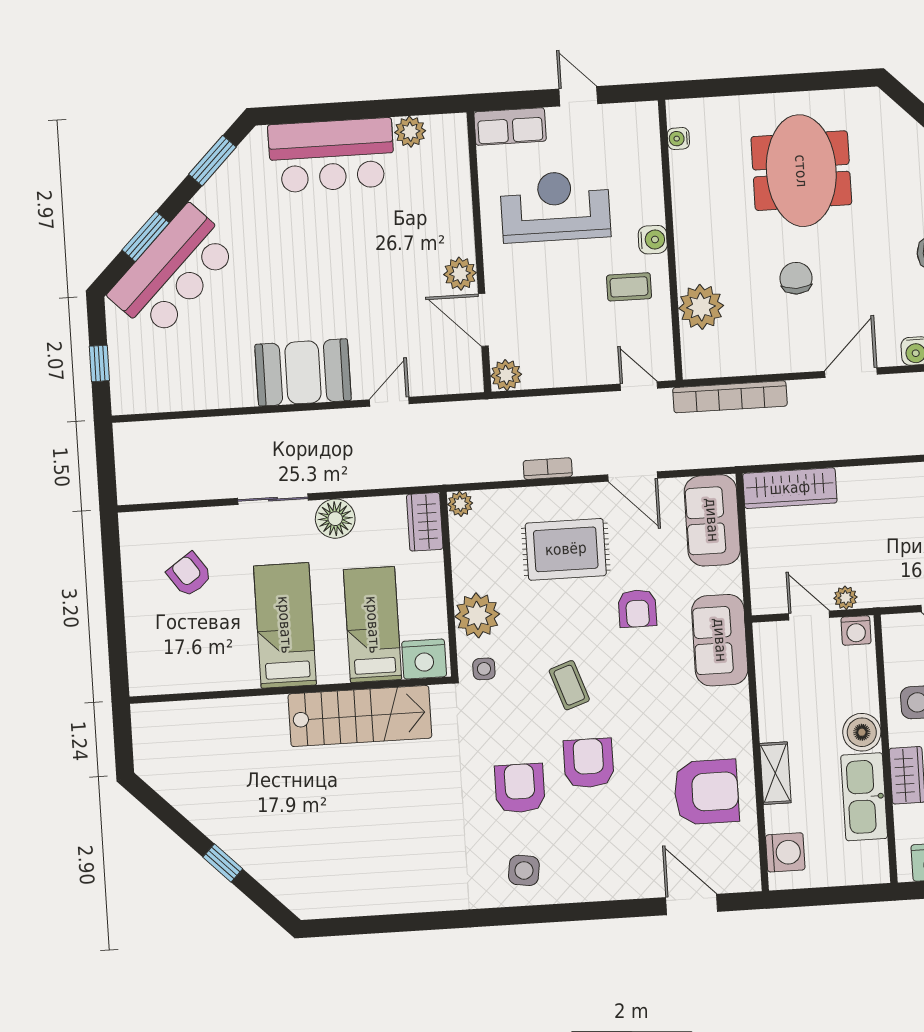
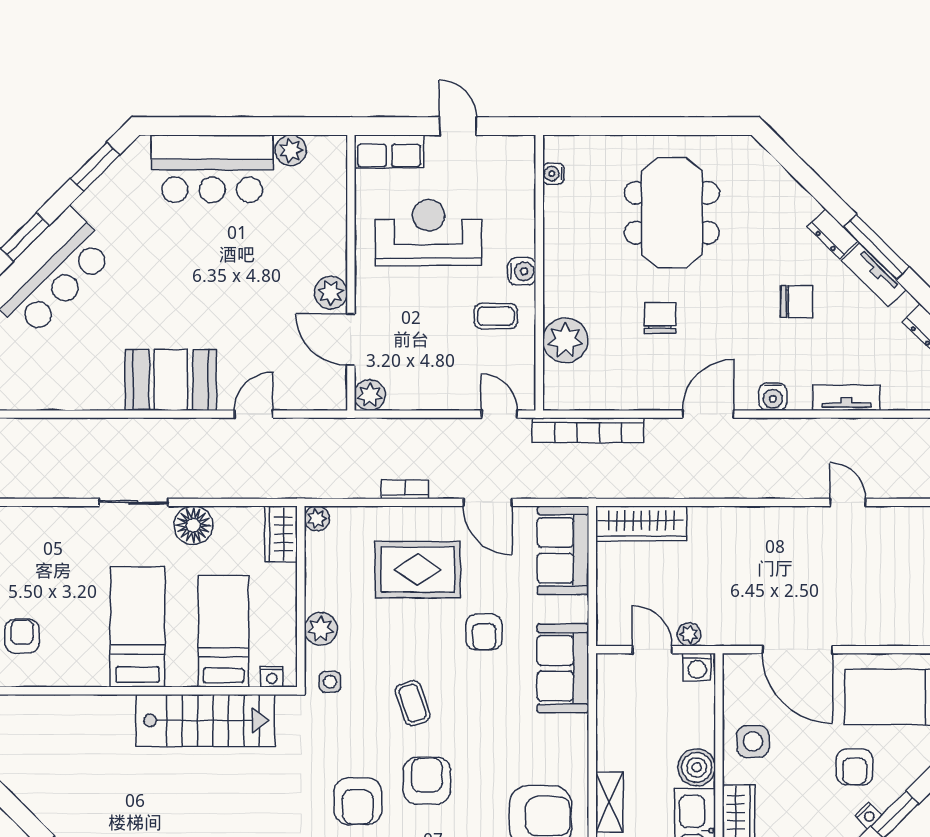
armchair: (189, 575) -> (22, 636), moved, turned 35
plant: (477, 615) -> (321, 629), width x0.73, depth x0.73
nightstand: (424, 659) -> (272, 677), width x0.53, depth x0.56
armchair: (520, 788) -> (358, 801), turned 180

